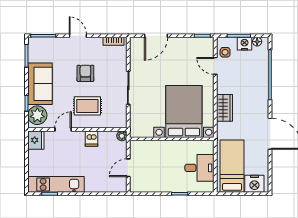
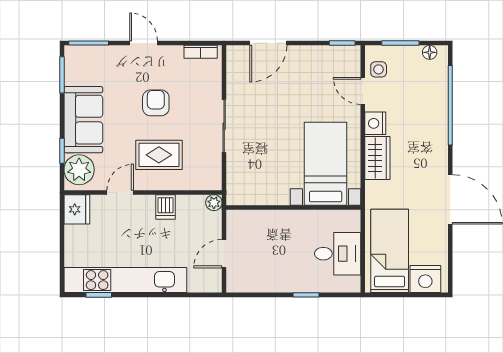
nightstand: (244, 44) -> (375, 123), moved, turned -90
bed with nightstands: (184, 111) -> (326, 164), width x0.73
kitchen unit: (56, 184) -> (125, 280), width x1.36

